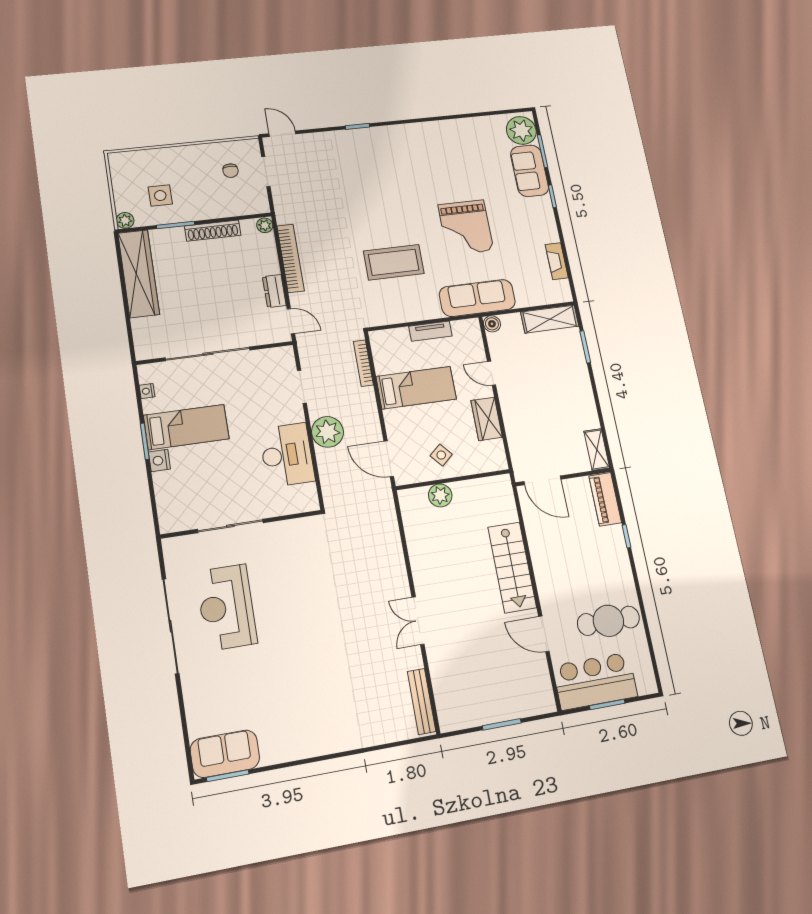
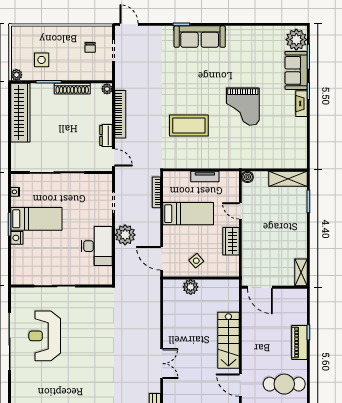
fireplace: (557, 261) -> (301, 104), moved
sofa: (477, 298) -> (200, 37), moved, turned 180
piano: (605, 499) -> (299, 342), moved
double door: (418, 621) -> (162, 364), swing flipped

